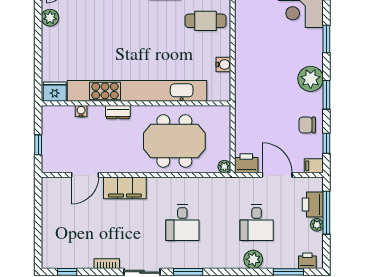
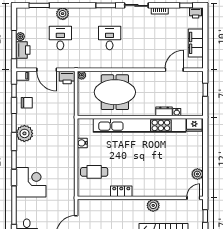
dresser: (118, 112) -> (164, 111), moved
filing cabinet: (125, 188) -> (196, 43), moved, turned -90
printer: (307, 261) -> (196, 13), moved

